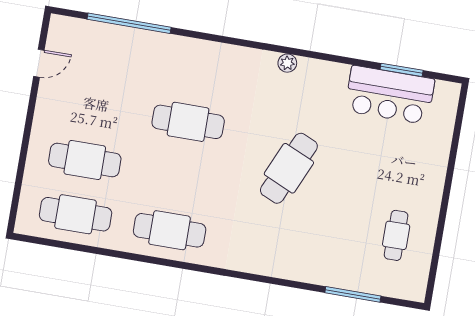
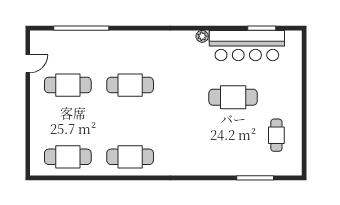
plant: (287, 63) -> (202, 36), moved
bar counter: (390, 95) -> (247, 46), width x1.36
cafe table: (85, 160) -> (68, 85), moved
cafe table: (289, 168) -> (233, 97), moved, turned 66

